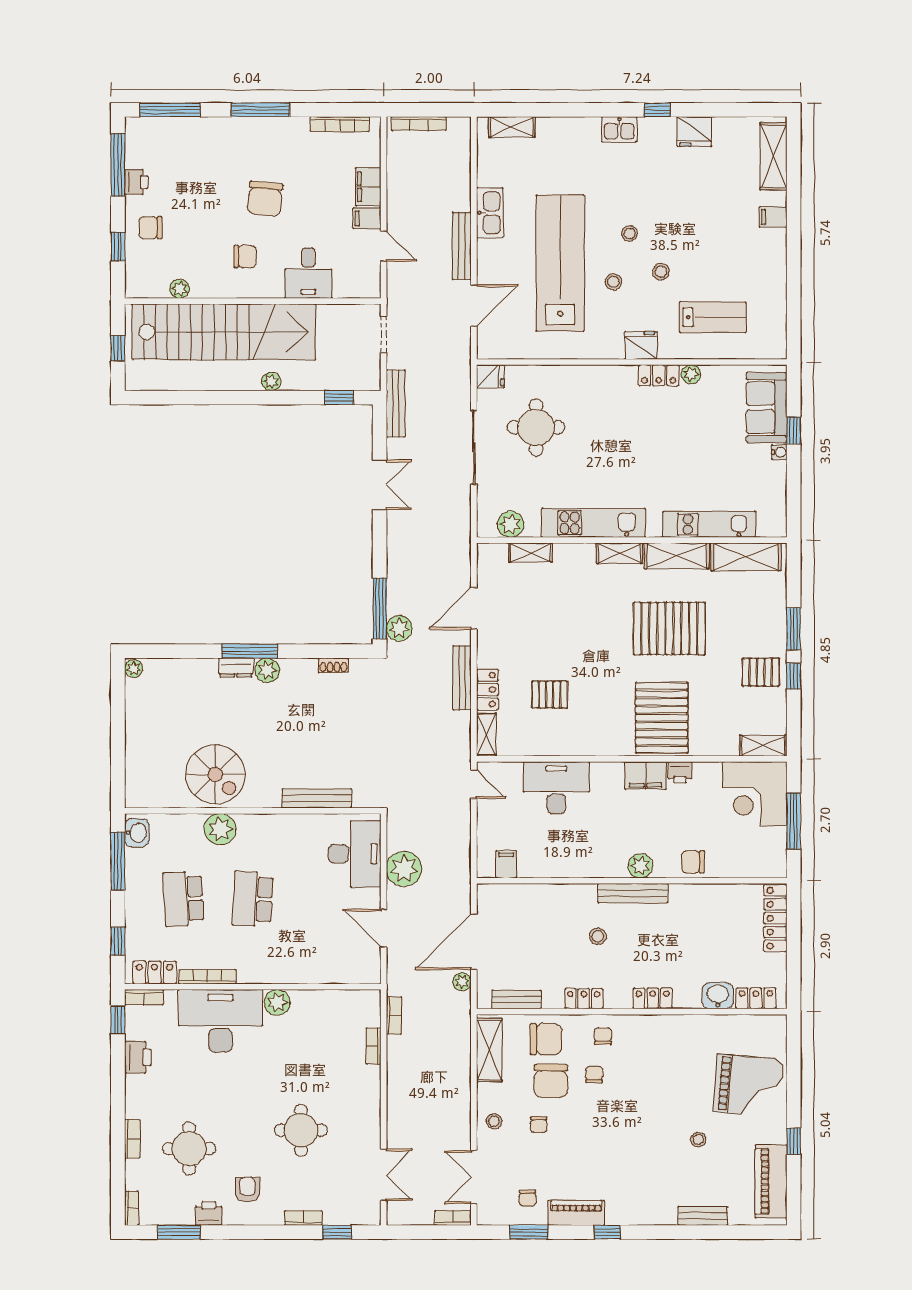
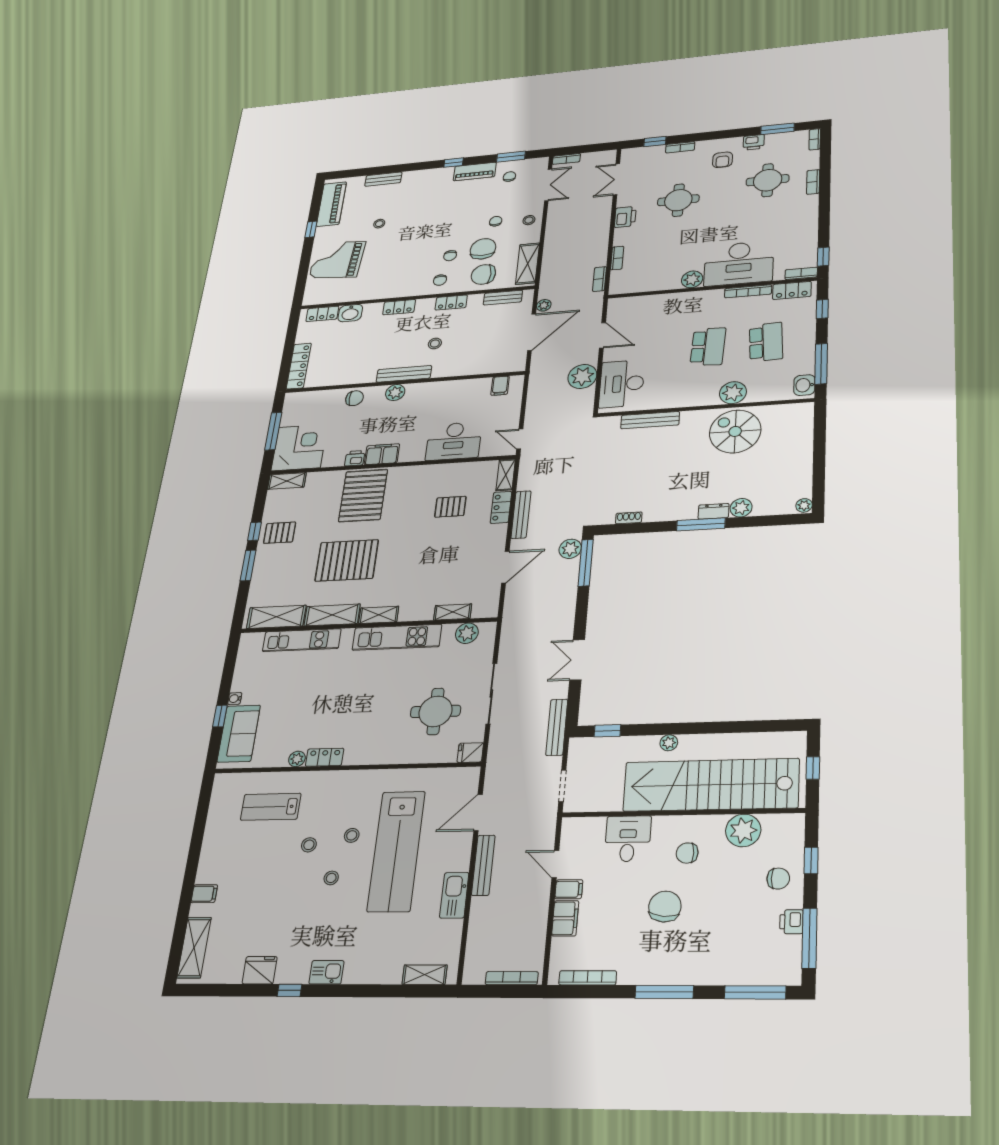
plant: (180, 289) -> (743, 830), width x1.88, depth x1.88
fridge: (641, 345) -> (336, 782), removed
plant: (267, 670) -> (741, 508), moved
printer: (138, 1057) -> (625, 217), moved, turned 180

